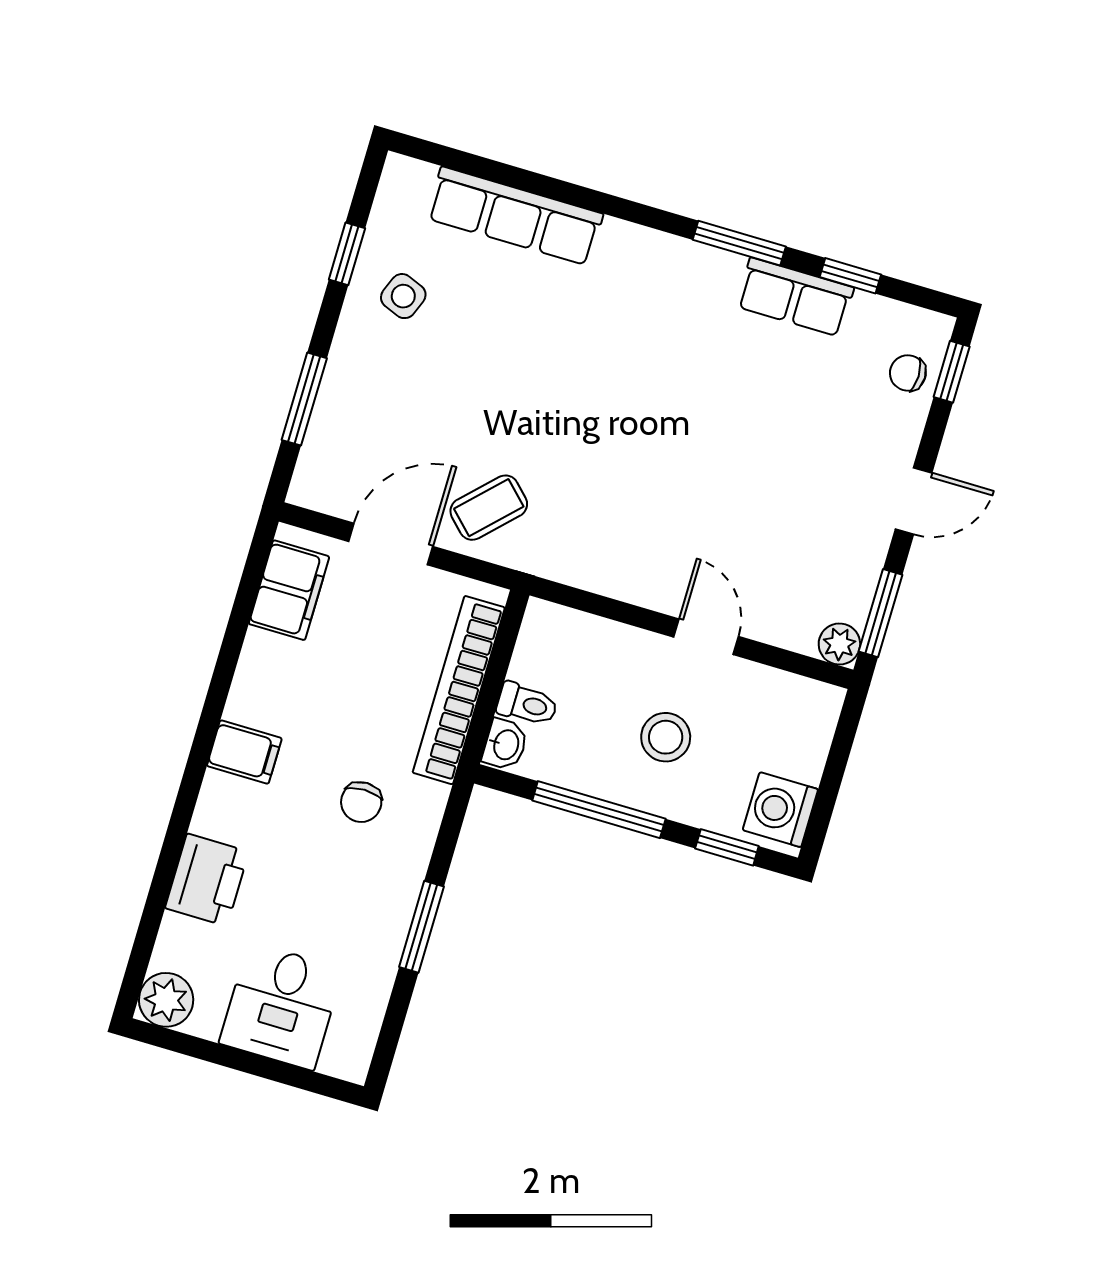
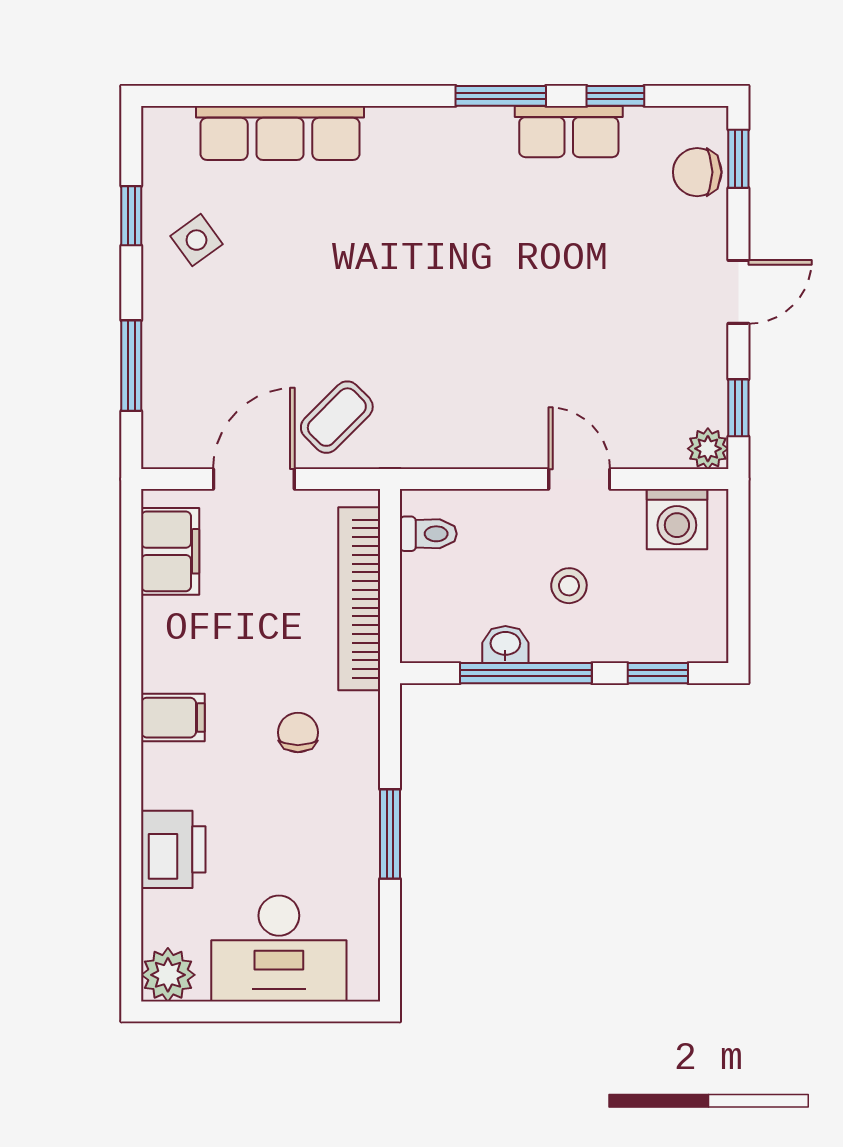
side table: (403, 296) -> (196, 240), turned 32
chair: (908, 373) -> (697, 172), width x1.37, depth x1.37
window: (880, 613) -> (738, 408), width x0.67
toilet: (527, 704) -> (428, 534), moved
stool: (666, 737) -> (569, 586), width x0.73, depth x0.73
washbasin: (505, 744) -> (505, 645), moved, turned -90
chair: (361, 802) -> (298, 732), turned 180
washing machine: (780, 810) -> (677, 519), moved, turned -90
desk: (281, 1006) -> (279, 948), width x1.37

